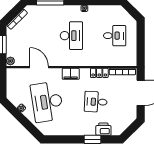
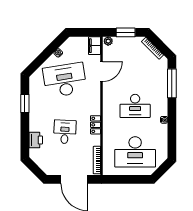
desk: (115, 36) -> (135, 152), width x1.87, depth x1.30
locker: (99, 73) -> (96, 125), moved
filing cabinet: (71, 74) -> (95, 46), moved
window: (93, 139) -> (25, 103), moved

